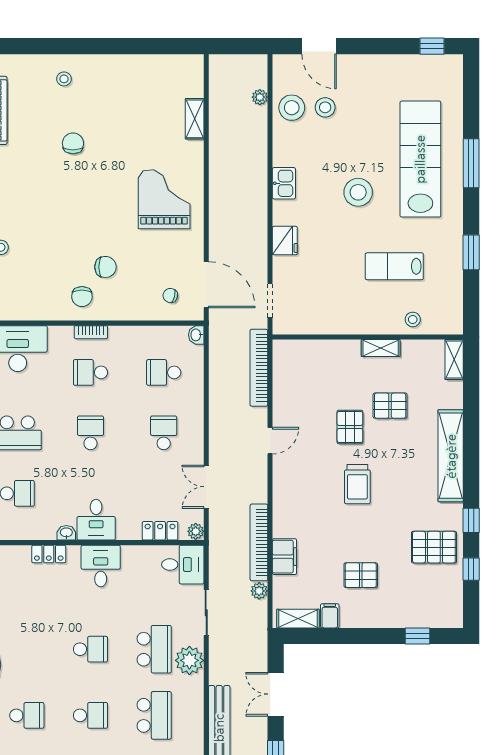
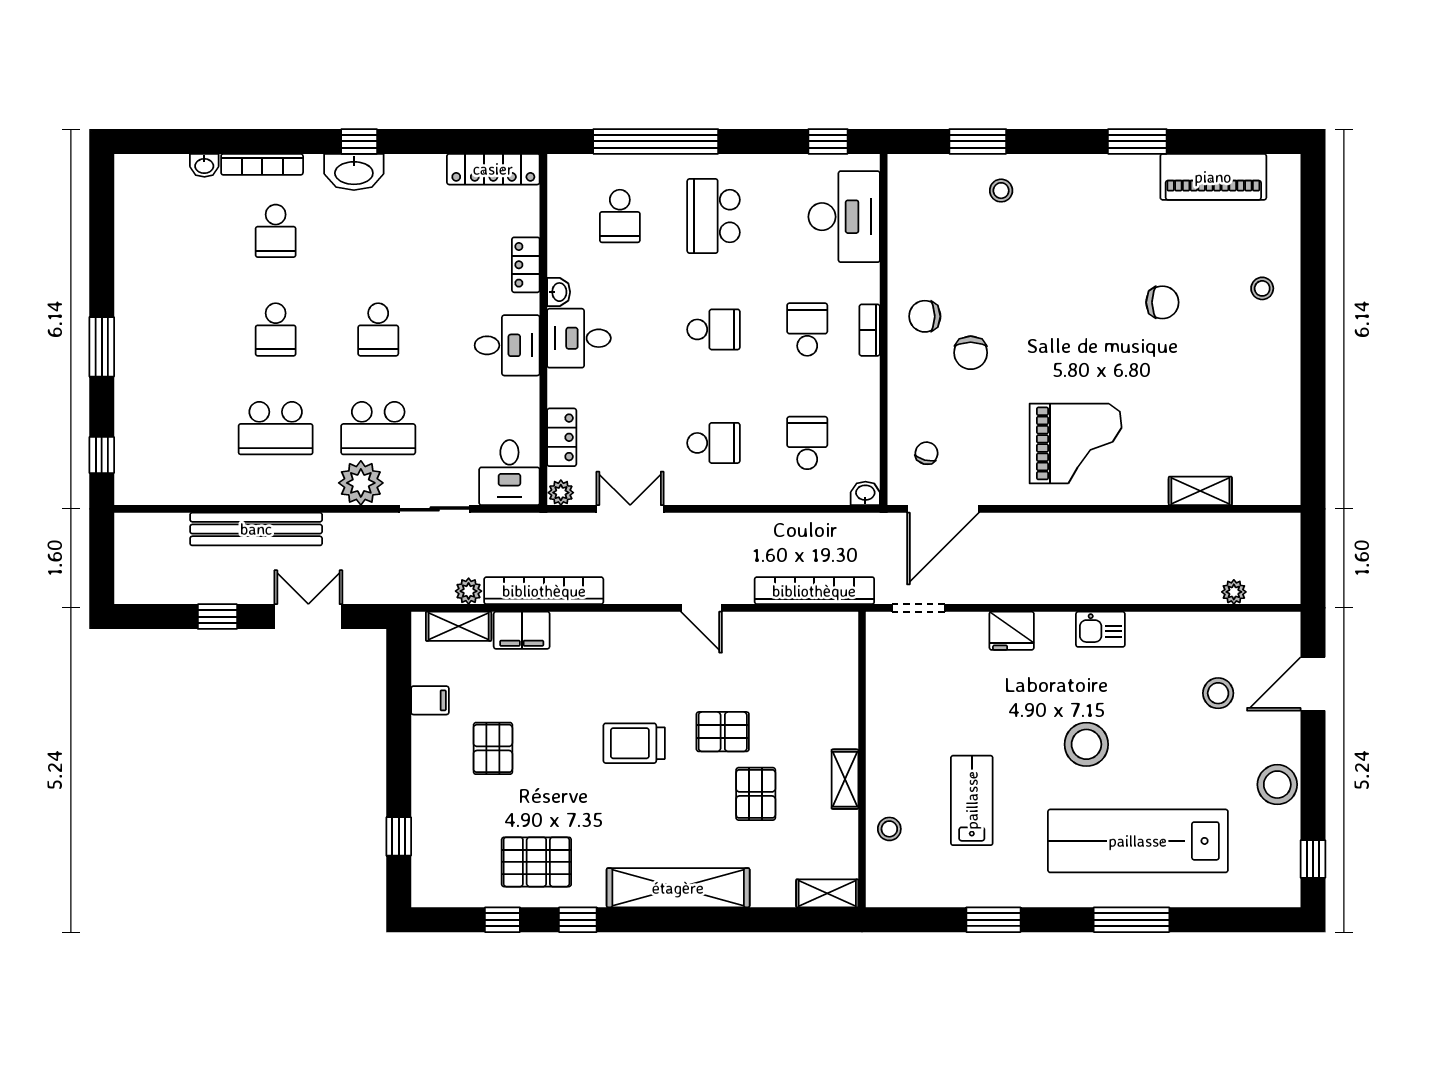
stool: (292, 108) -> (1277, 785), moved
lab bench: (420, 159) -> (1138, 841), turned 180
pallet: (434, 547) -> (536, 862), turned 90
shelving: (298, 619) -> (459, 626), moved, turned 90

